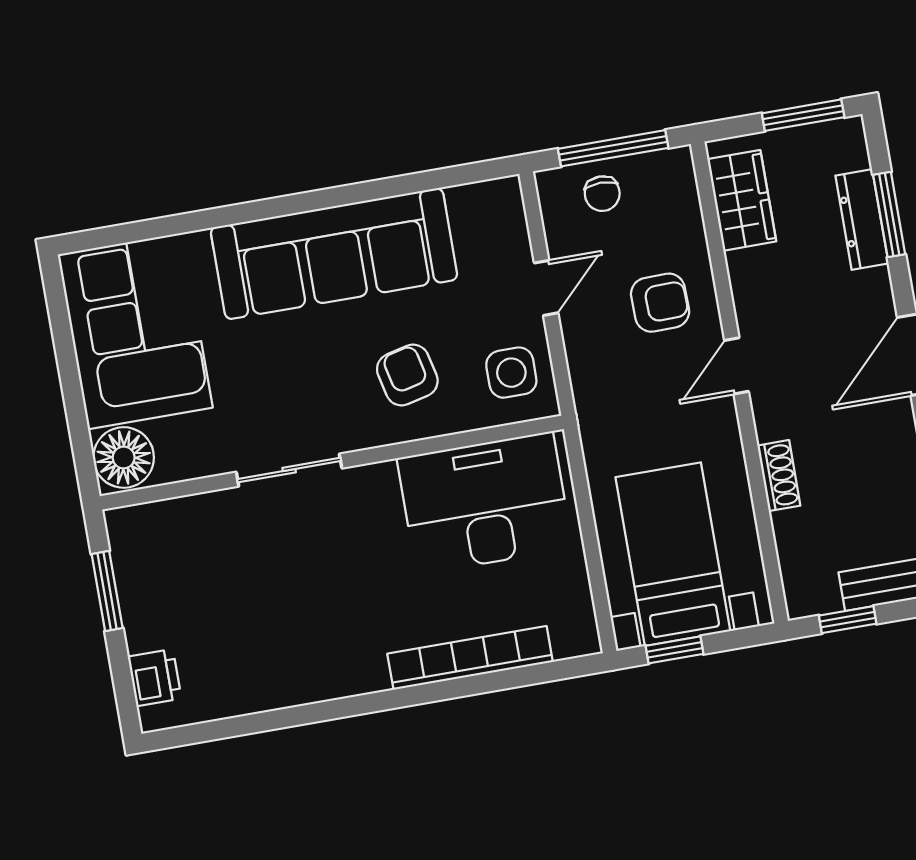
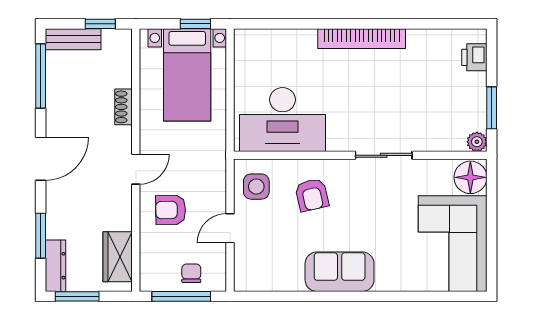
dresser: (862, 220) -> (56, 266), moved
sofa: (334, 254) -> (340, 272), width x0.54, depth x0.79
plant: (123, 525) -> (477, 142), added
bookcase: (470, 658) -> (362, 39), moved

